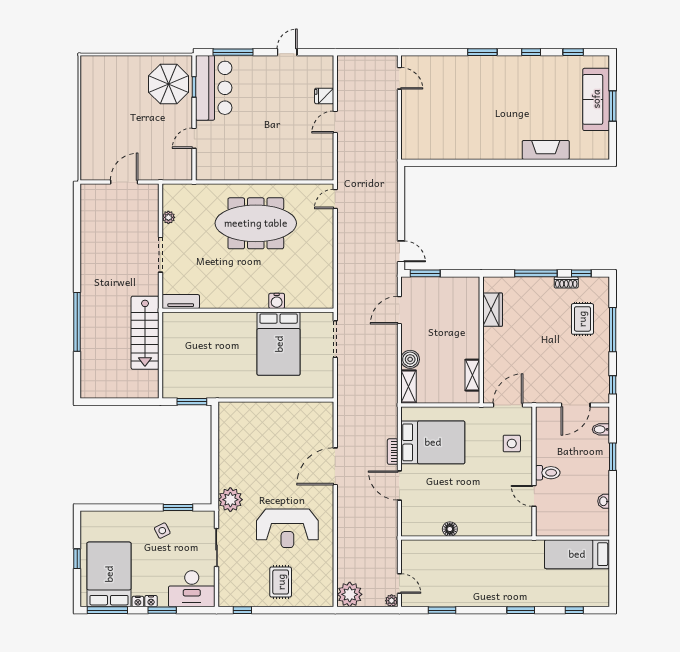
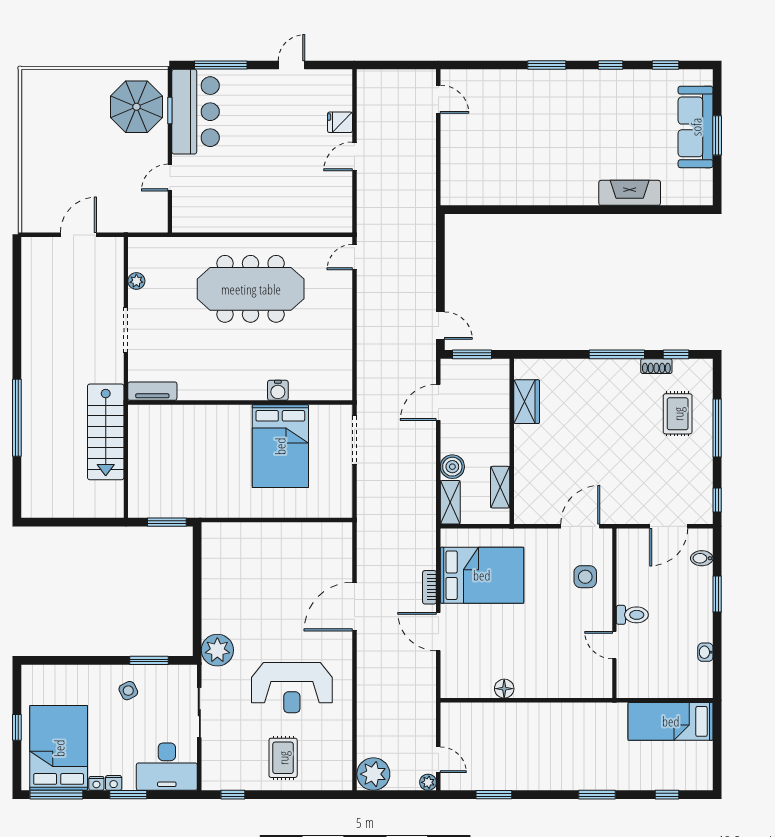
wardrobe: (493, 310) -> (527, 402), moved
wall: (481, 340) -> (512, 441), moved
shelving: (472, 375) -> (500, 487), moved

